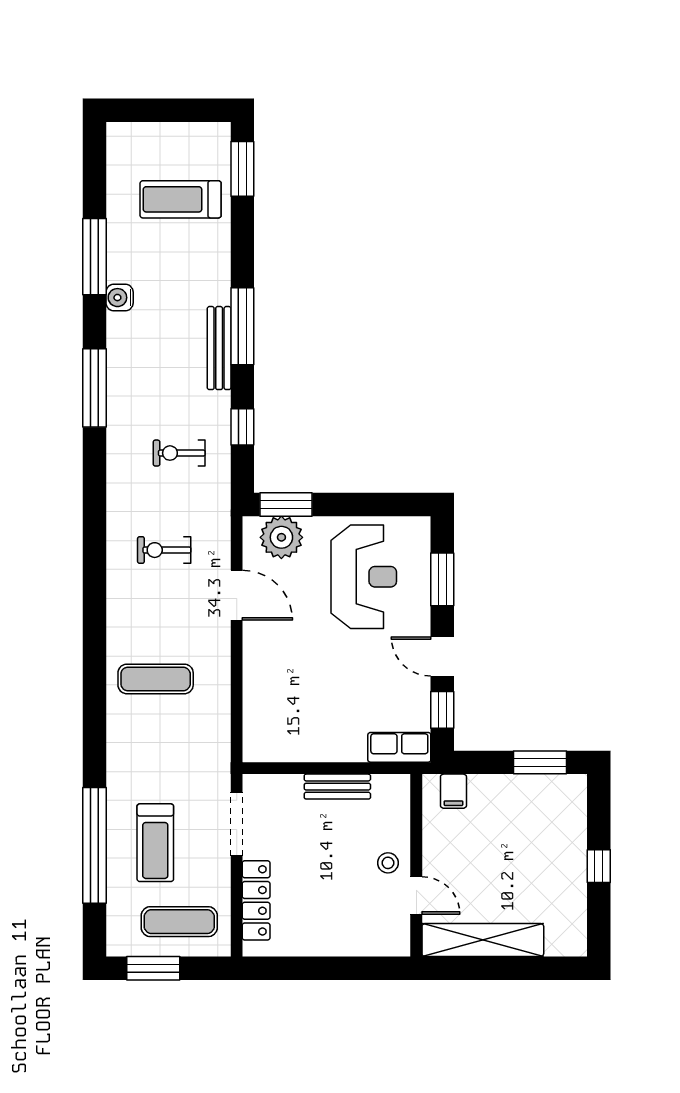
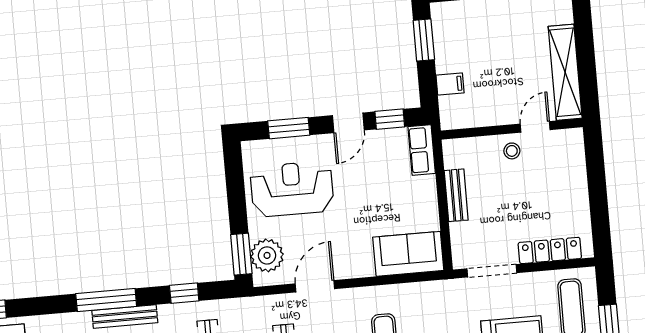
sofa: (268, 719) -> (408, 254), added
filing cabinet: (453, 791) -> (450, 84), moved

